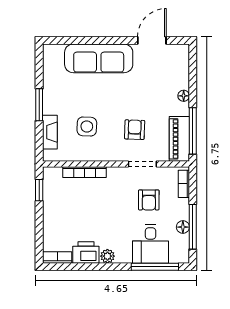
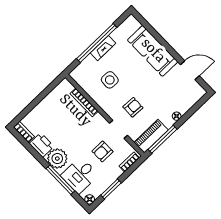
window: (39, 105) -> (97, 43), width x2.11
fireplace: (50, 132) -> (103, 48), moved
window: (39, 190) -> (51, 87), removed
floor lamp: (183, 227) -> (90, 199), moved
window: (193, 227) -> (111, 189), width x0.69
plant: (107, 256) -> (57, 159), width x1.88, depth x1.88
window: (155, 267) -> (60, 180), moved

